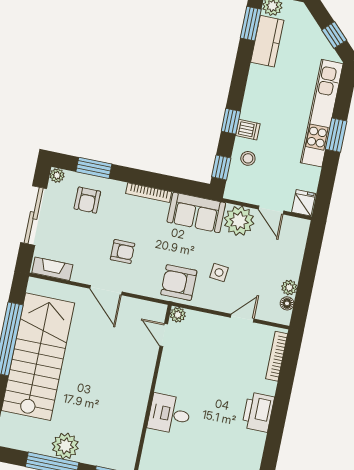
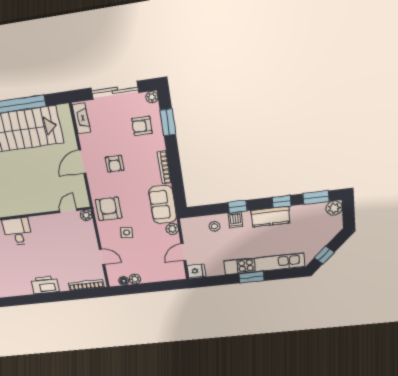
kitchen counter: (267, 41) -> (271, 217), moved
window: (221, 167) -> (282, 201), moved
plant: (239, 221) -> (172, 229), width x0.53, depth x0.53

